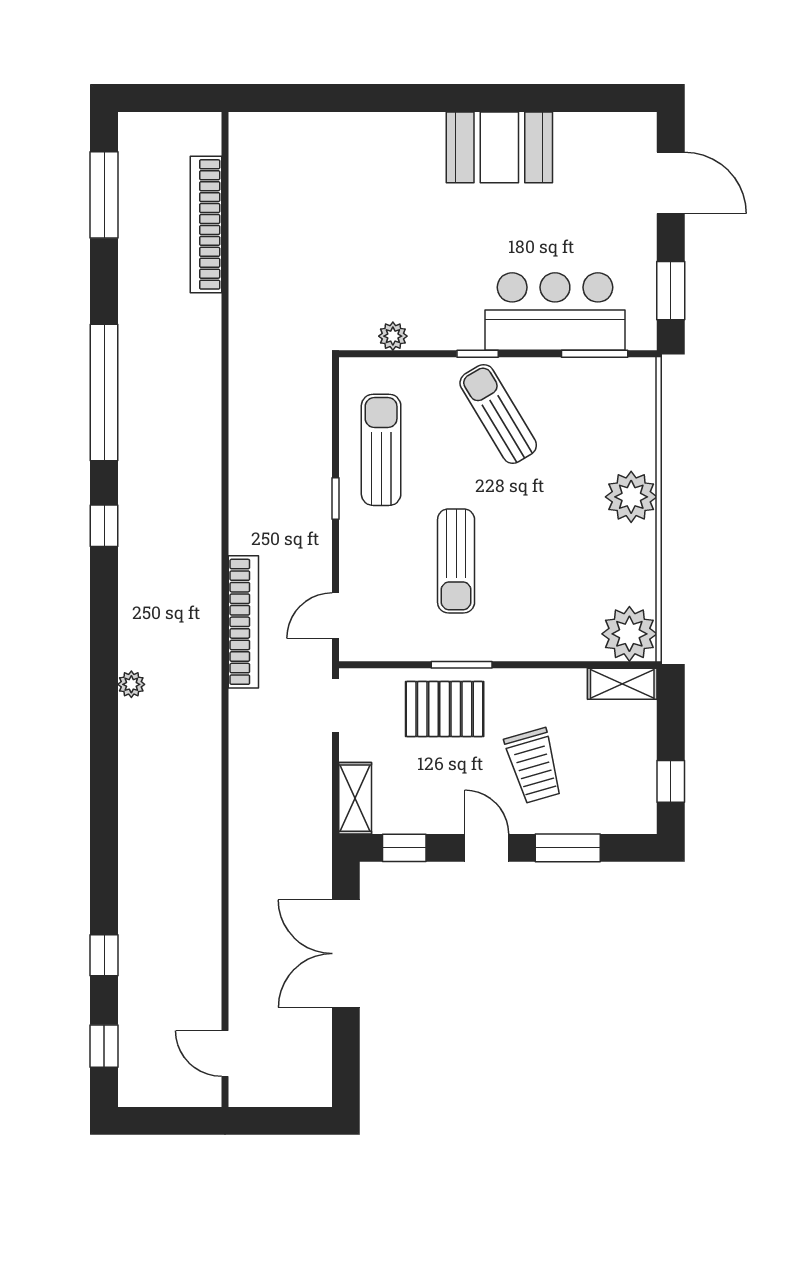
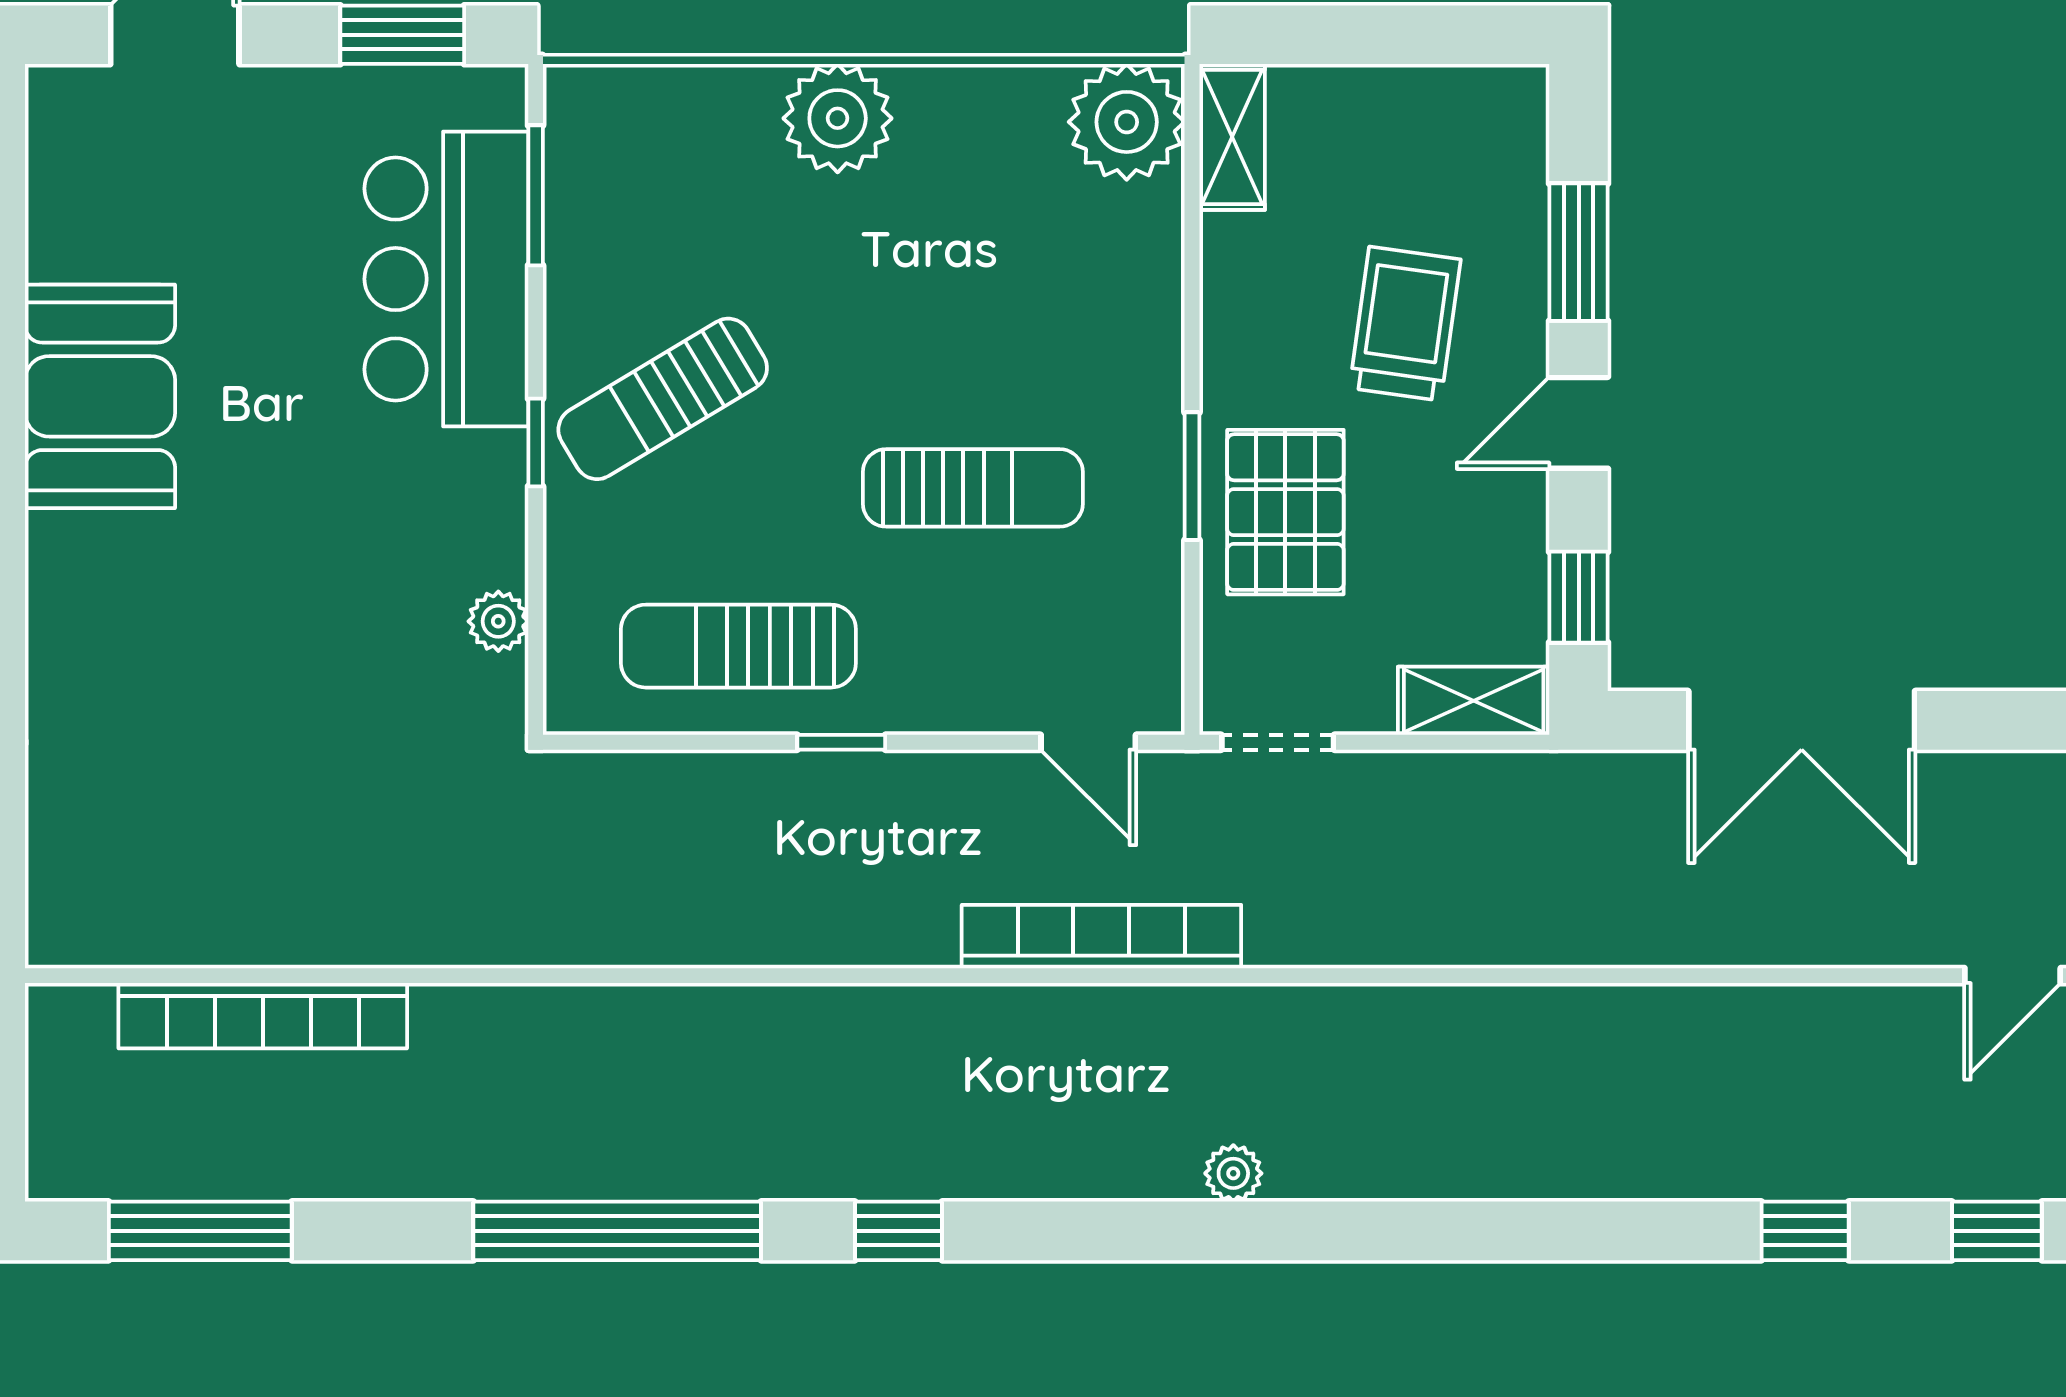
trolley: (534, 766) -> (1405, 324), turned -66
window: (671, 781) -> (1438, 35), removed

